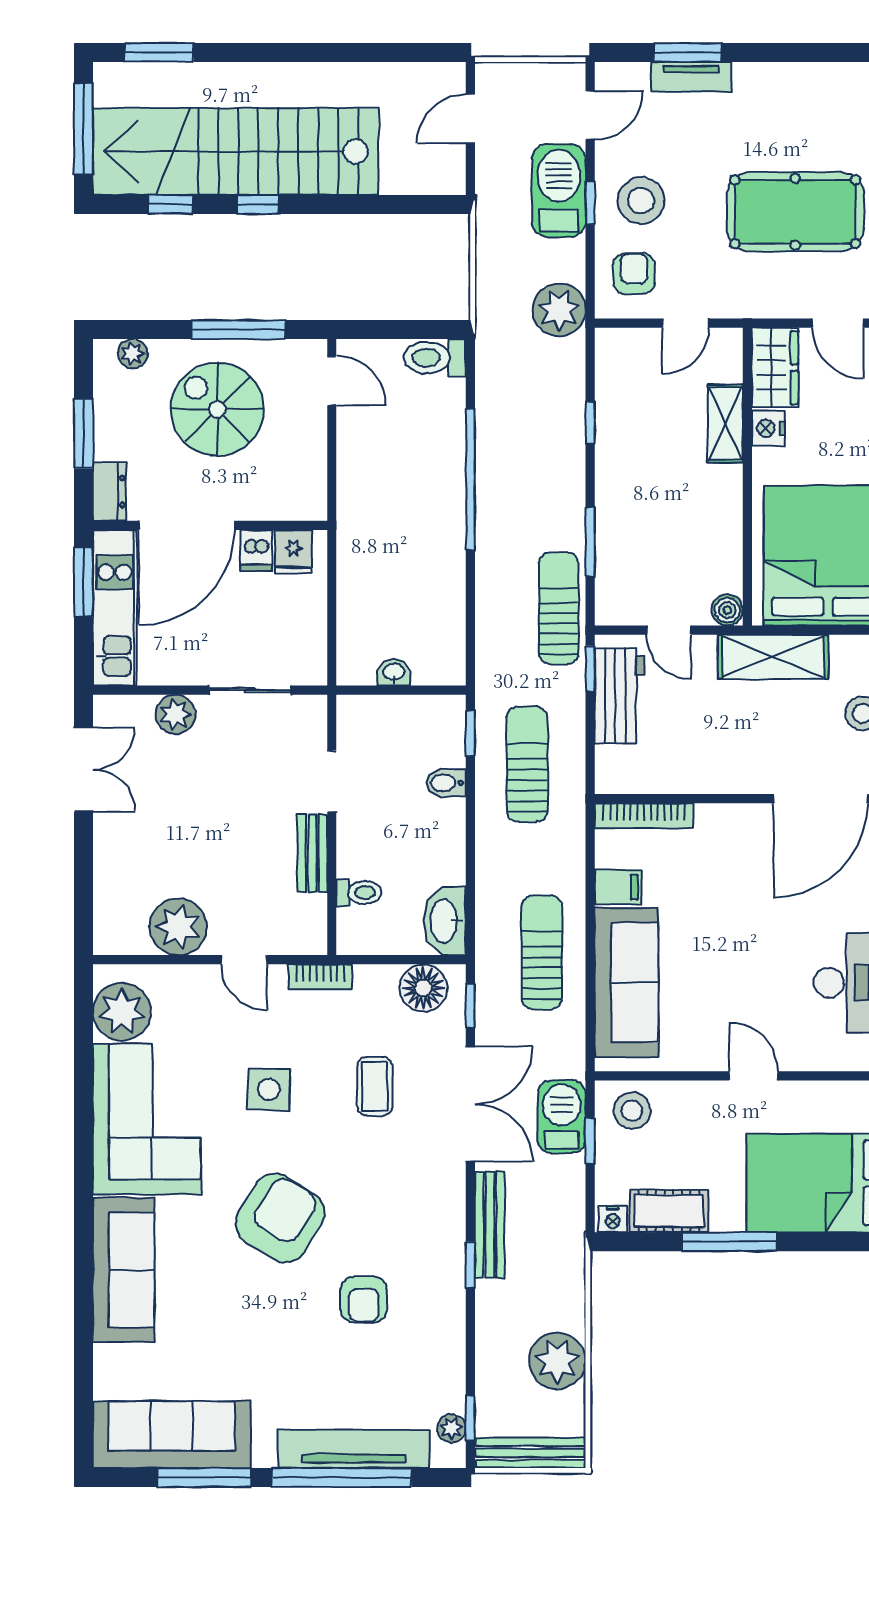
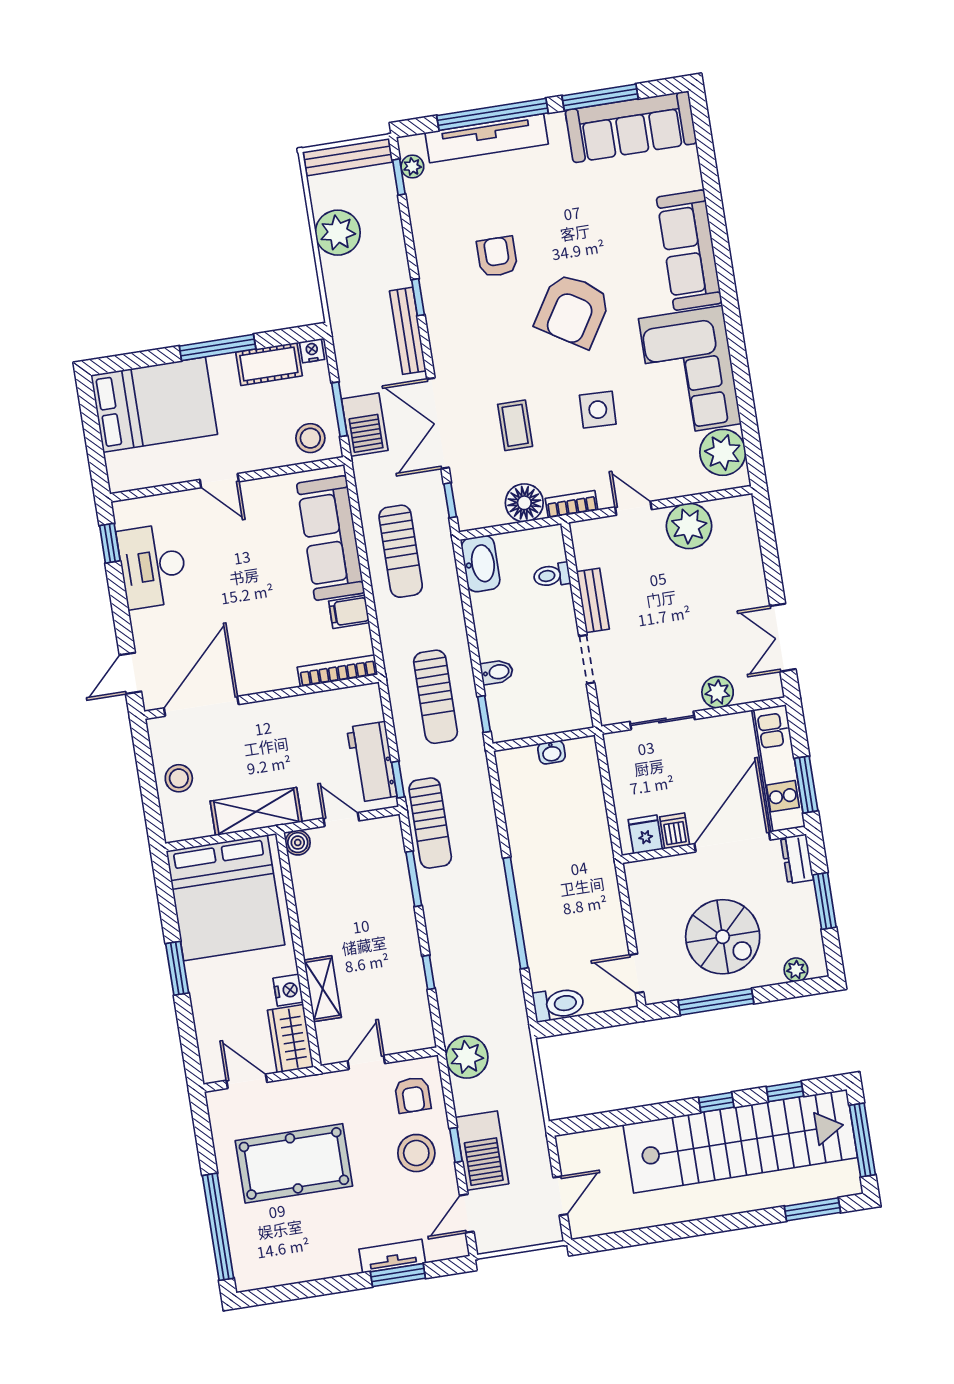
floor lamp: (423, 988) -> (524, 503), moved
window: (590, 1141) -> (339, 409), width x1.50

